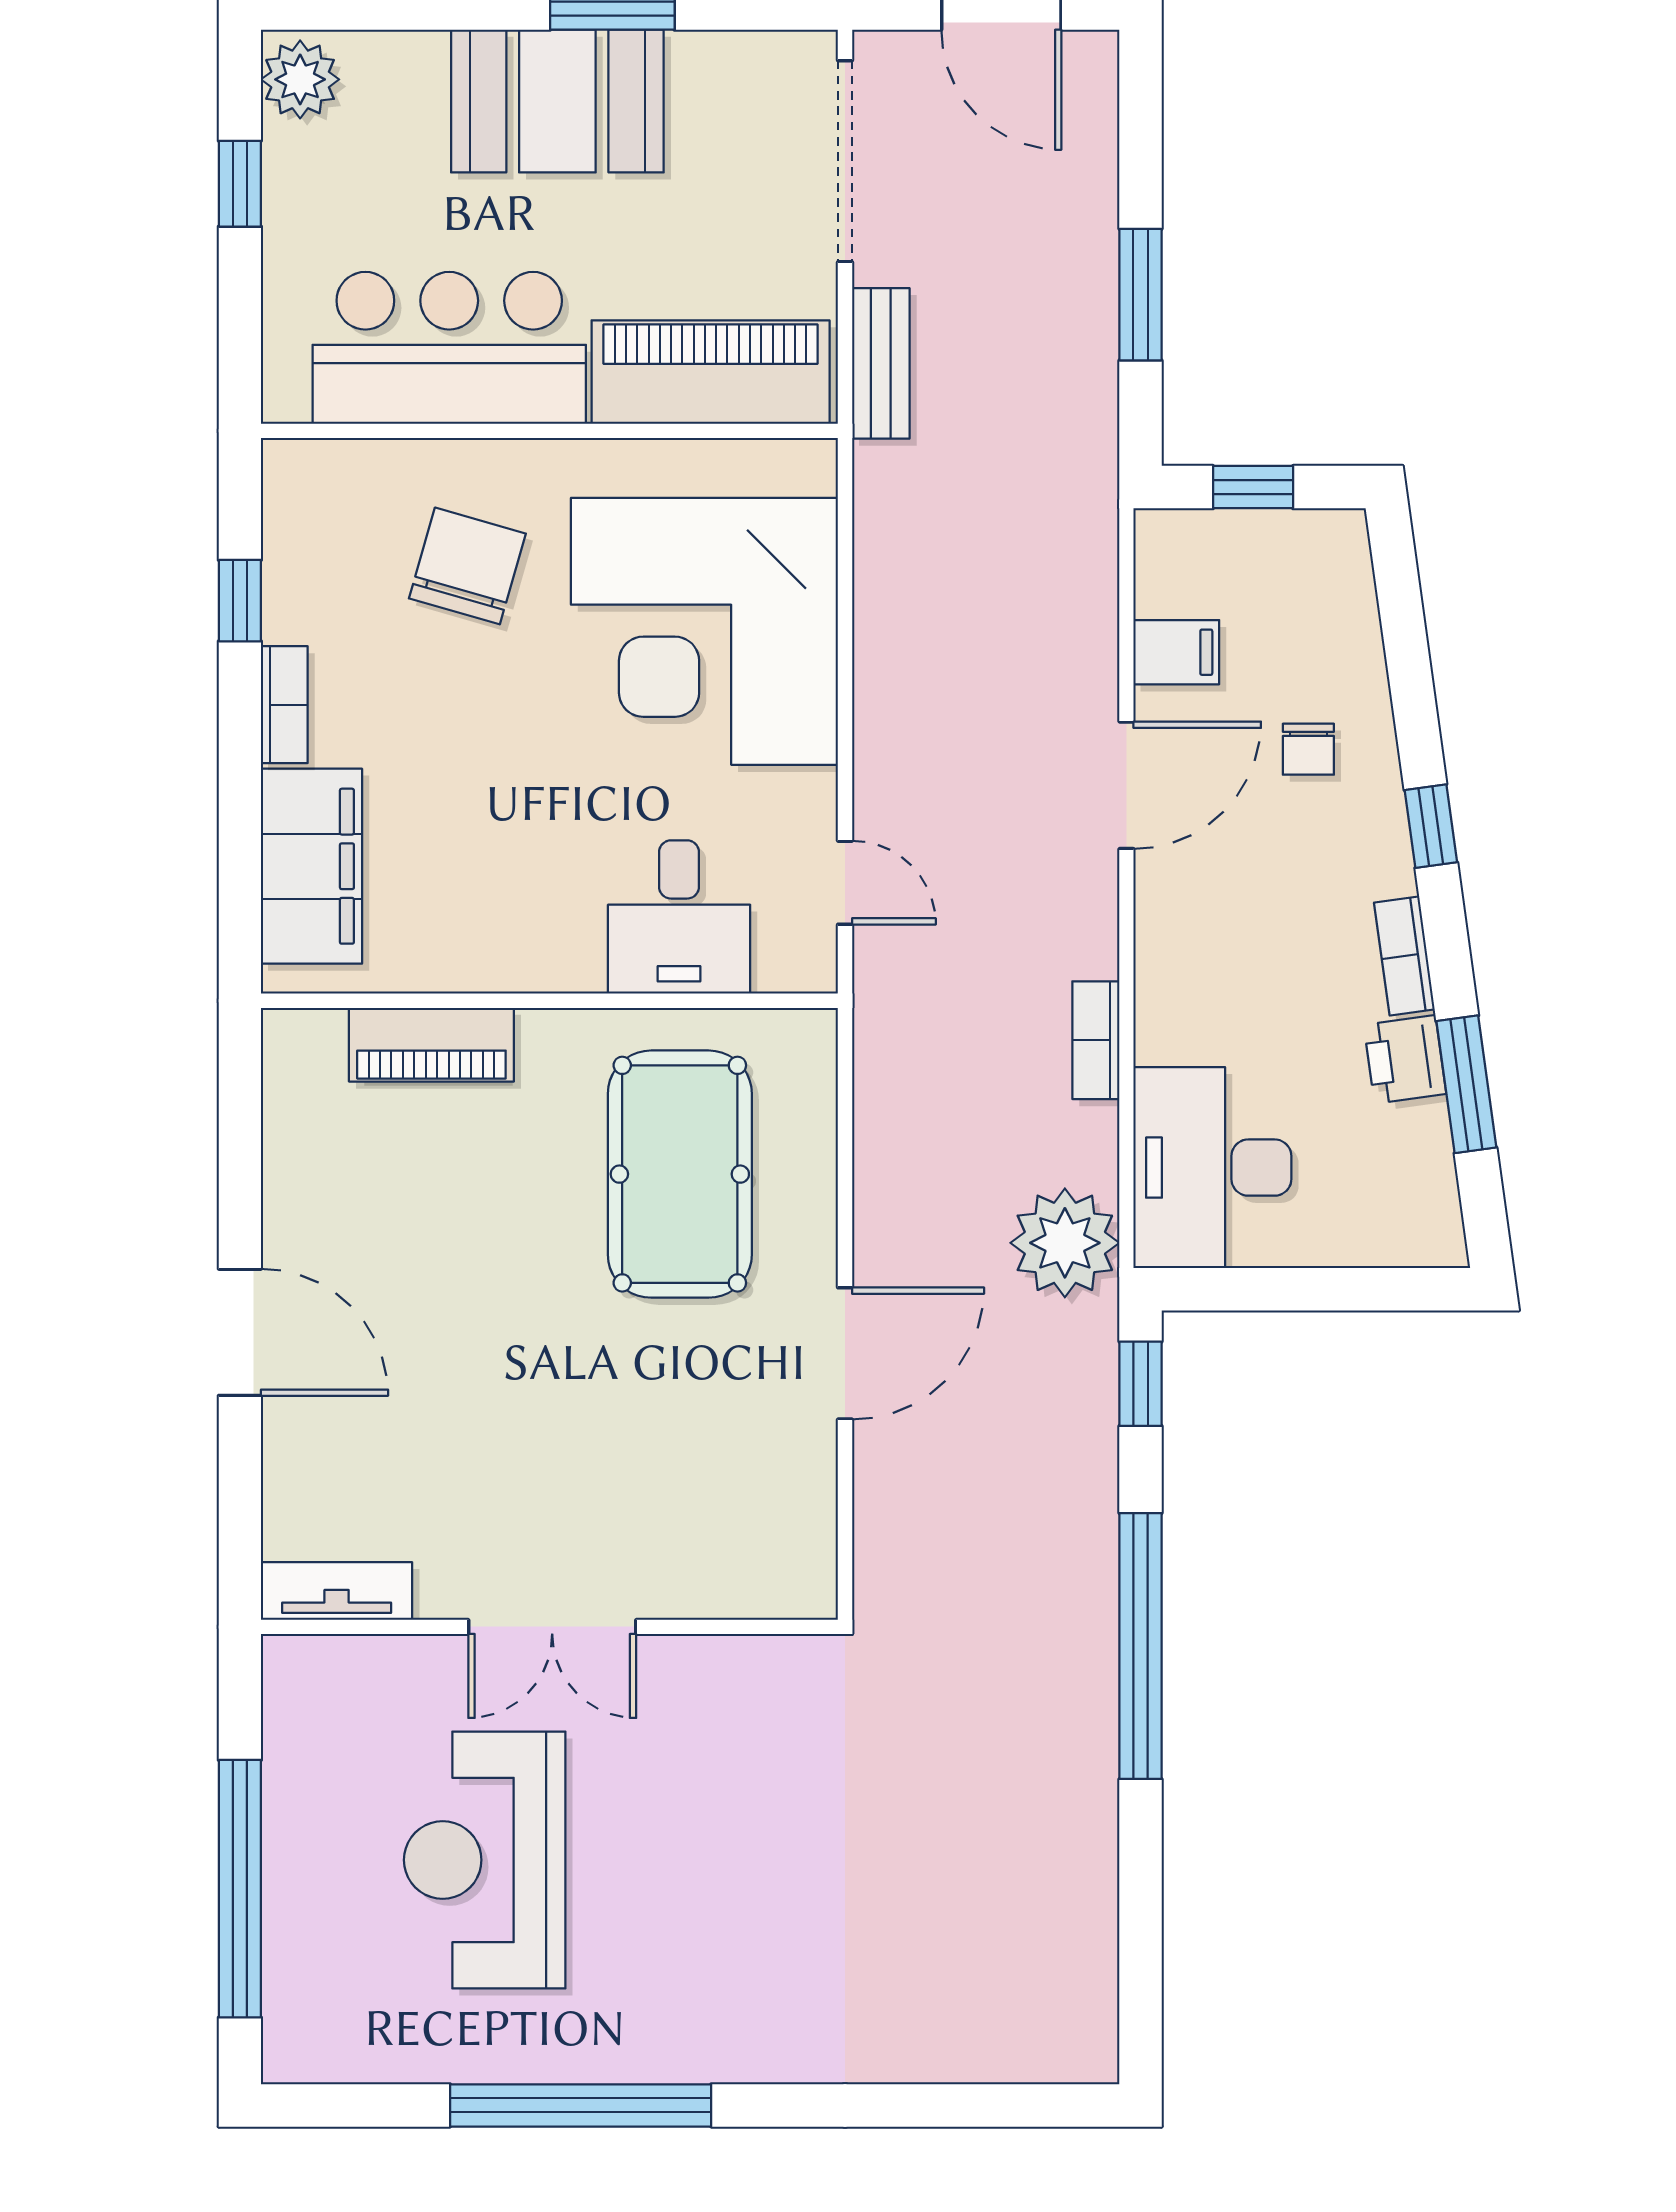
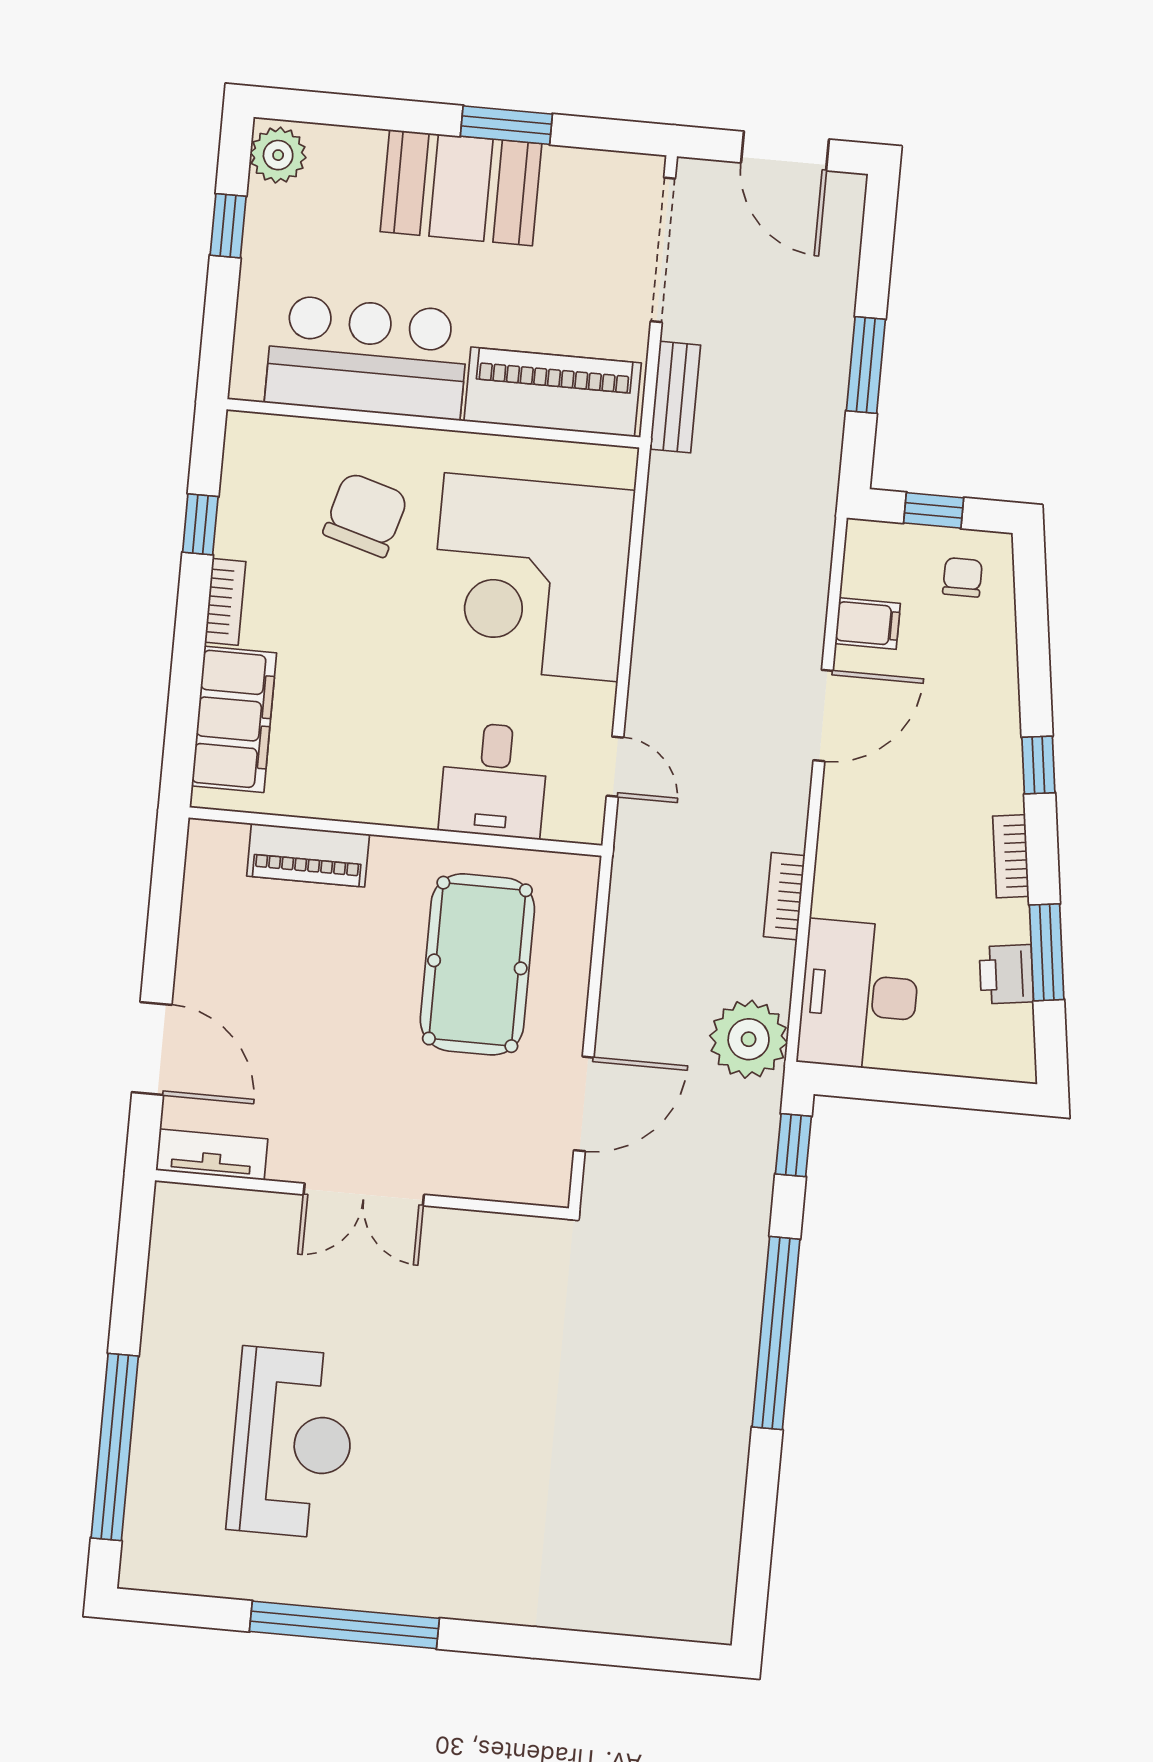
chair: (1308, 749) -> (962, 577), moved, turned 180
printer: (1405, 1059) -> (1006, 974), moved
tv unit: (337, 1591) -> (212, 1155), moved
wall: (549, 1627) -> (362, 1194), moved
double door: (552, 1627) -> (364, 1195), moved
reception desk: (485, 1860) -> (292, 1443), turned 180

